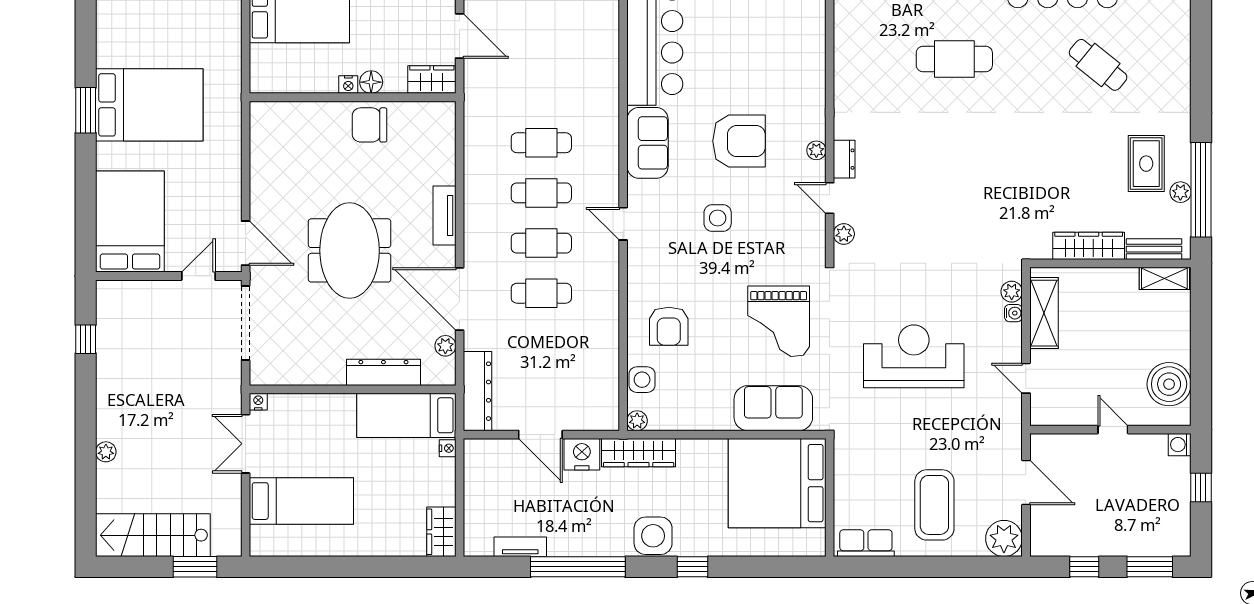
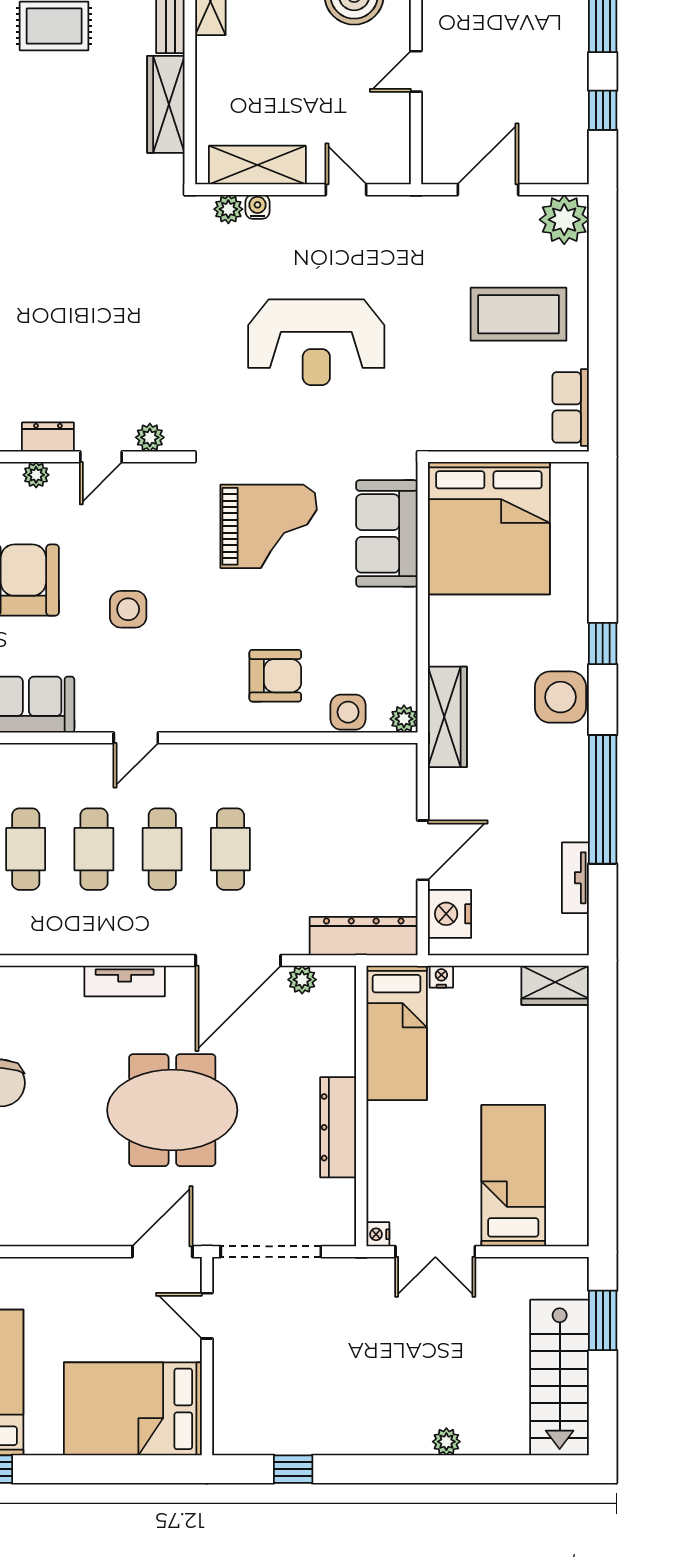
reception desk: (914, 356) -> (316, 342), turned -90
dresser: (383, 372) -> (338, 1127), moved
door: (1026, 378) -> (346, 190), swing flipped
nightstand: (582, 454) -> (450, 914), moved

